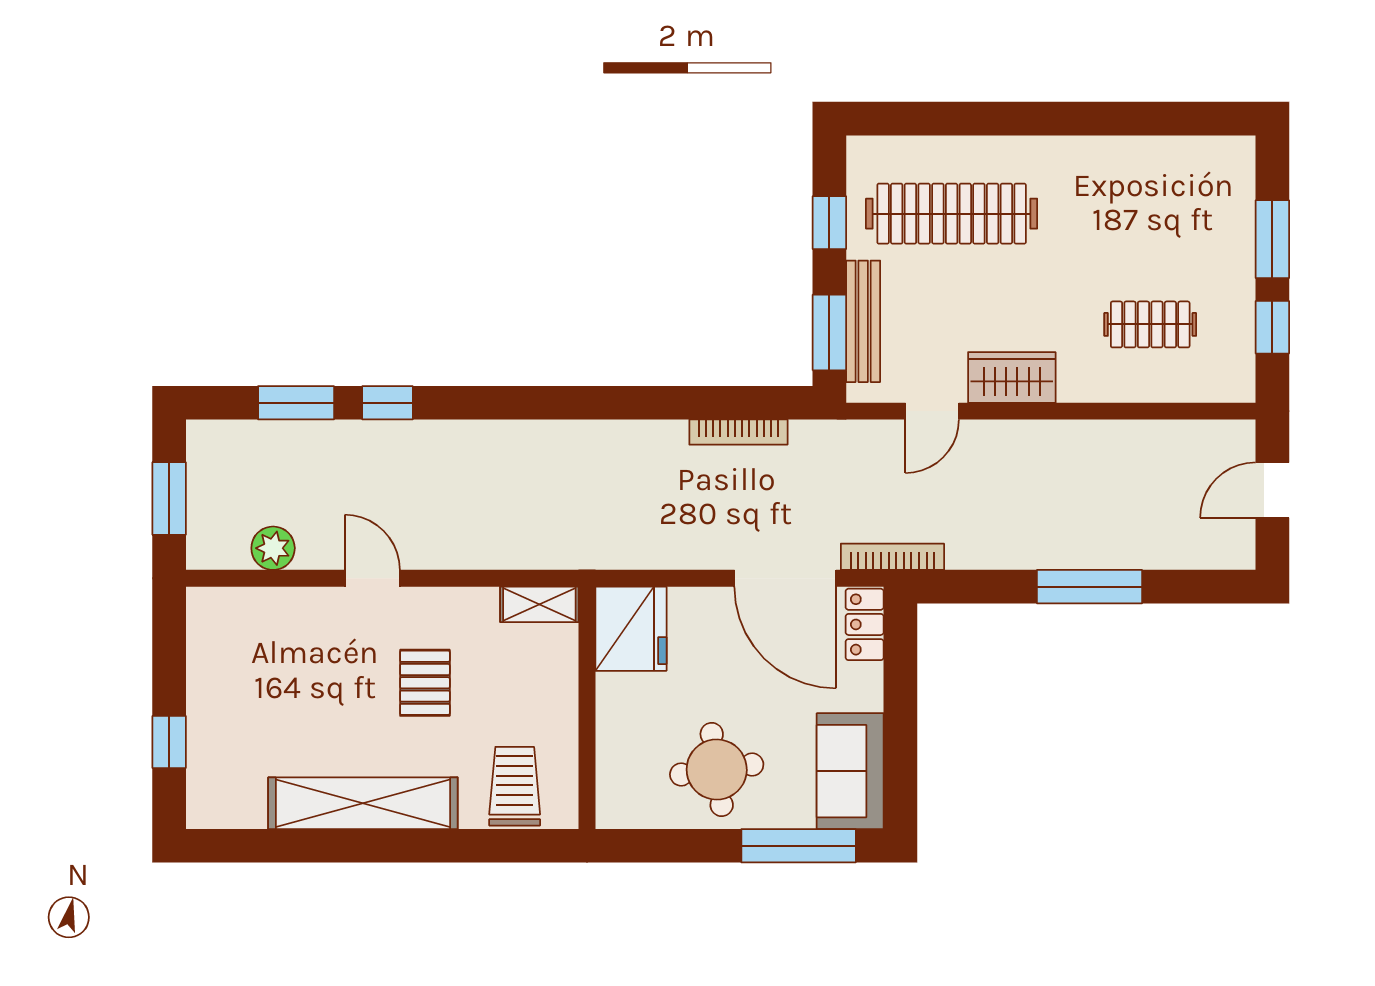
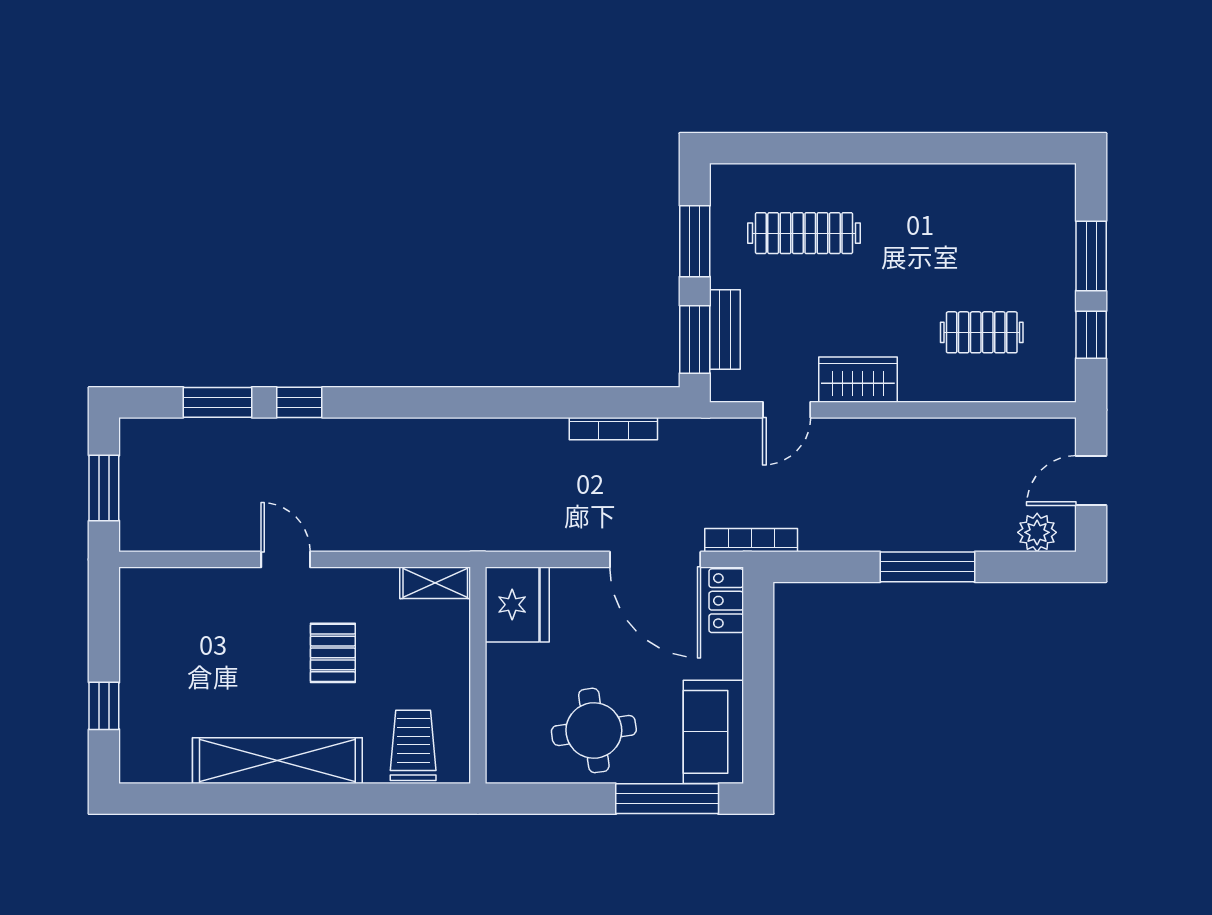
clothes rail: (952, 214) -> (804, 233), width x0.73, depth x0.76
window: (829, 223) -> (695, 241), width x1.50
bench: (863, 321) -> (725, 329), width x0.73
plant: (273, 548) -> (1037, 532), moved

